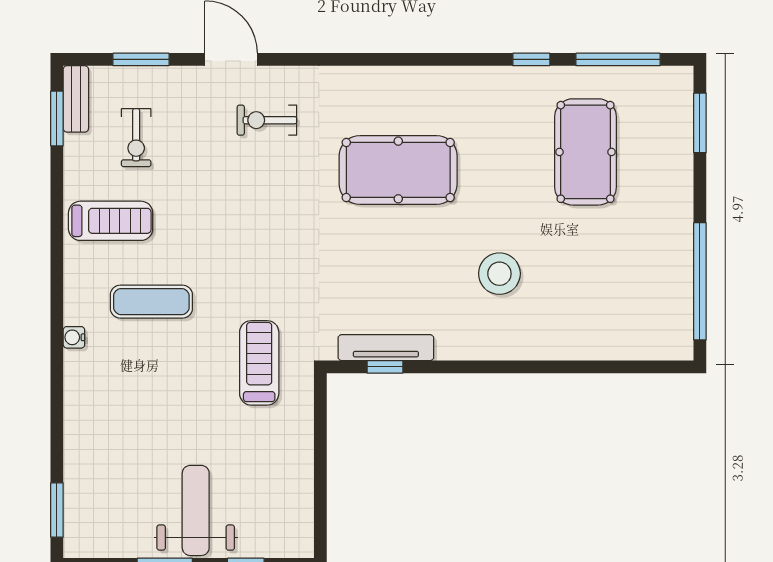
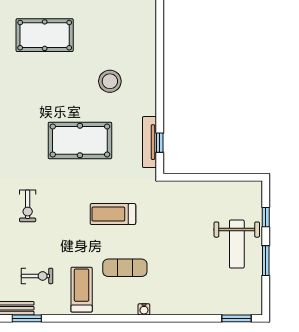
pool table: (398, 170) -> (80, 140), moved, turned 90
exercise mat: (151, 302) -> (125, 268), turned 90
treadmill: (259, 363) -> (113, 214), moved
weight bench: (196, 510) -> (237, 244), turned -90

